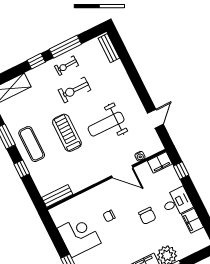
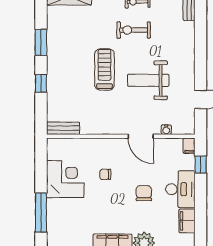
exercise mat: (32, 144) -> (63, 63), removed
filing cabinet: (160, 162) -> (189, 146), width x0.50
desk: (177, 202) -> (180, 189), width x1.37
chair: (147, 216) -> (144, 193), turned 180

